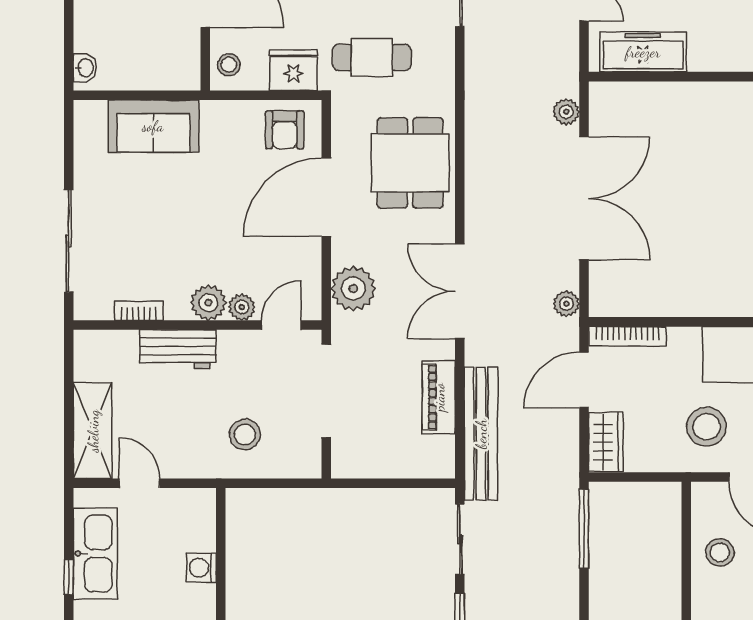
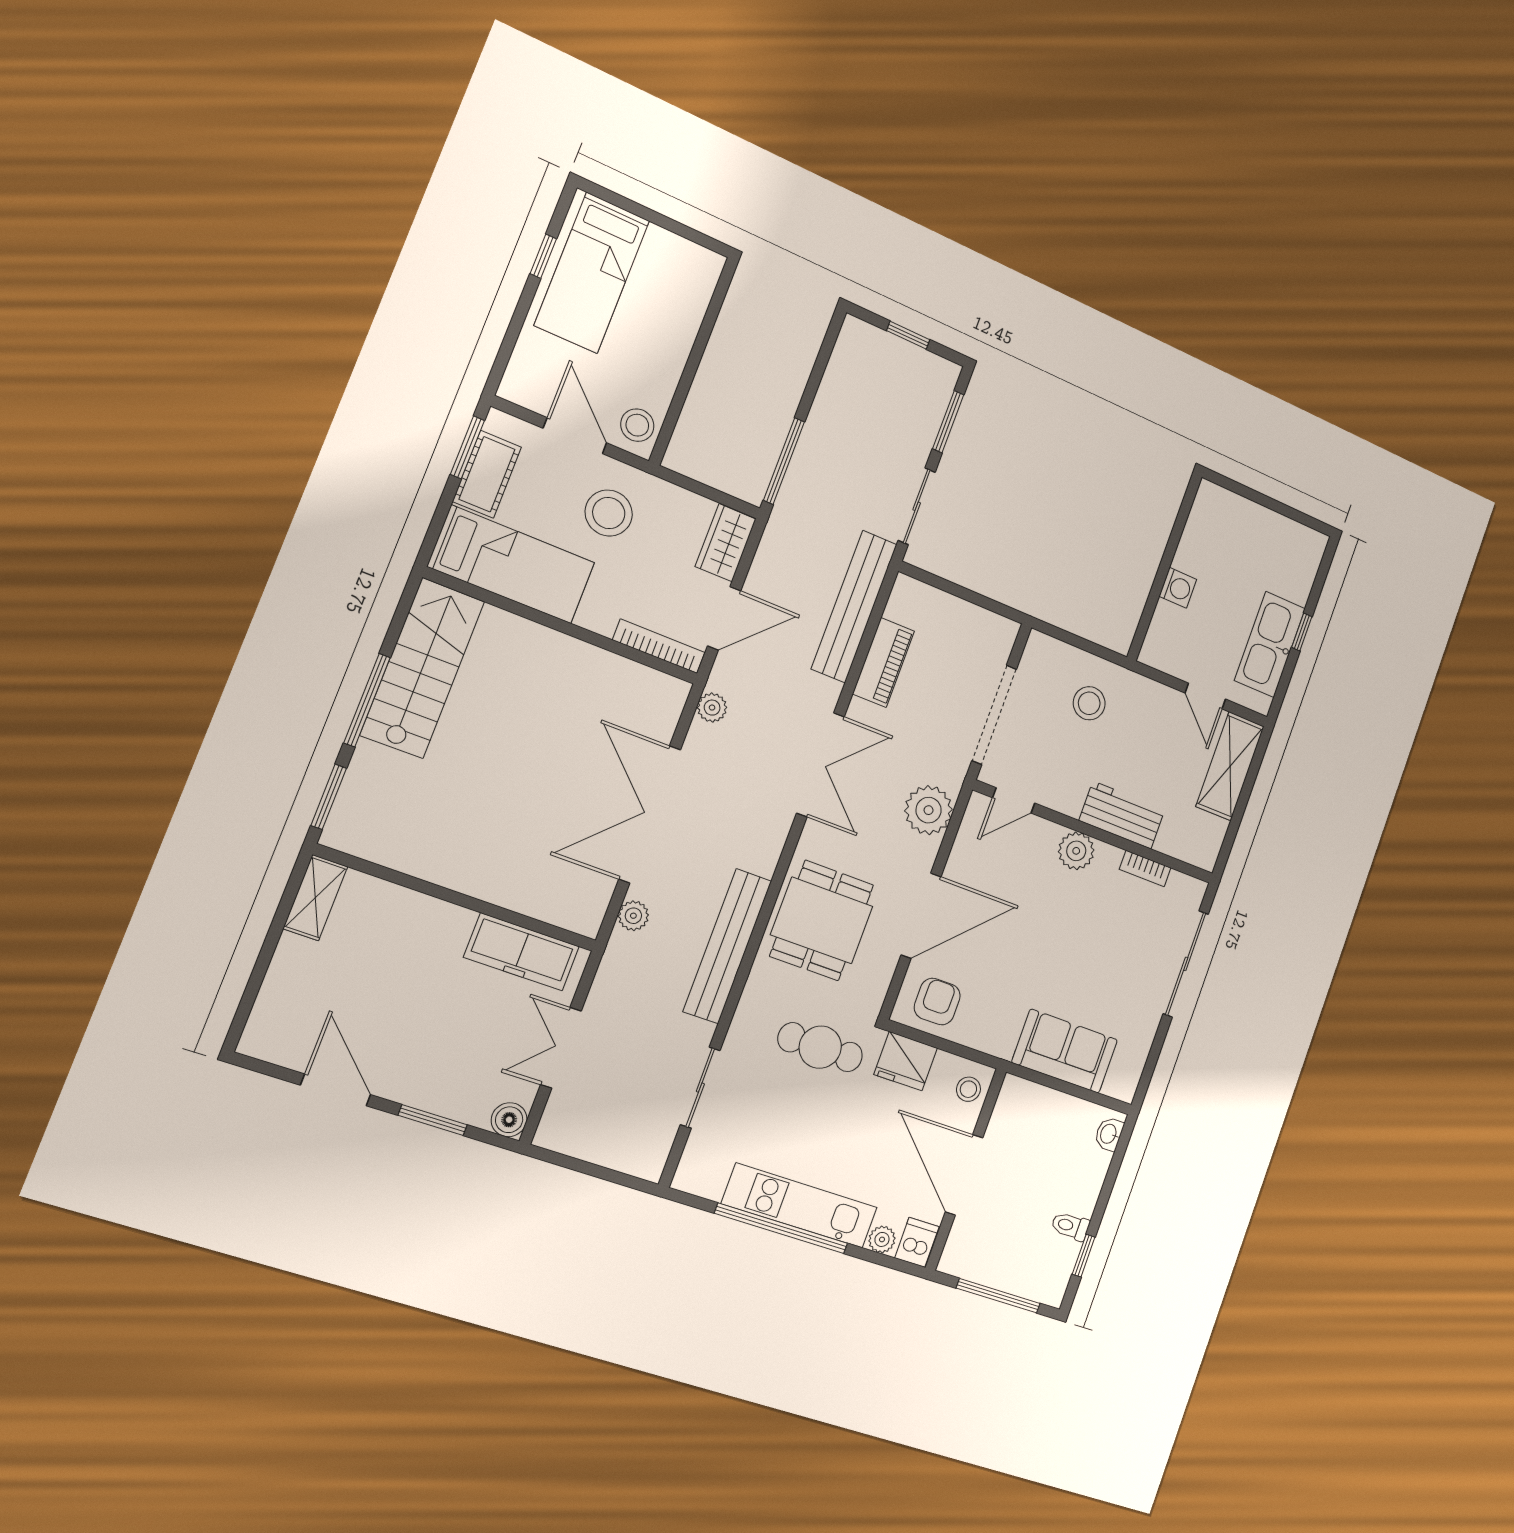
bench: (481, 114) -> (727, 946), added
plant: (242, 307) -> (1046, 834), removed
stool: (720, 552) -> (637, 425), moved

